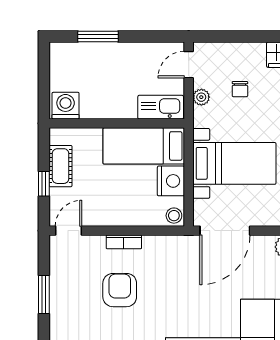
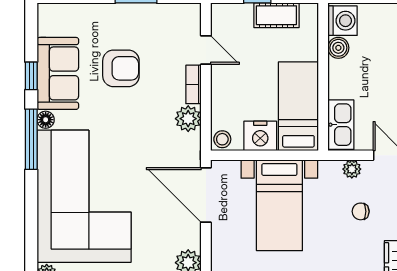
boiler: (90, 109) -> (338, 48), added
door: (69, 231) -> (206, 50), moved
plant: (155, 247) -> (188, 119), added
armchair: (120, 290) -> (121, 68), moved

